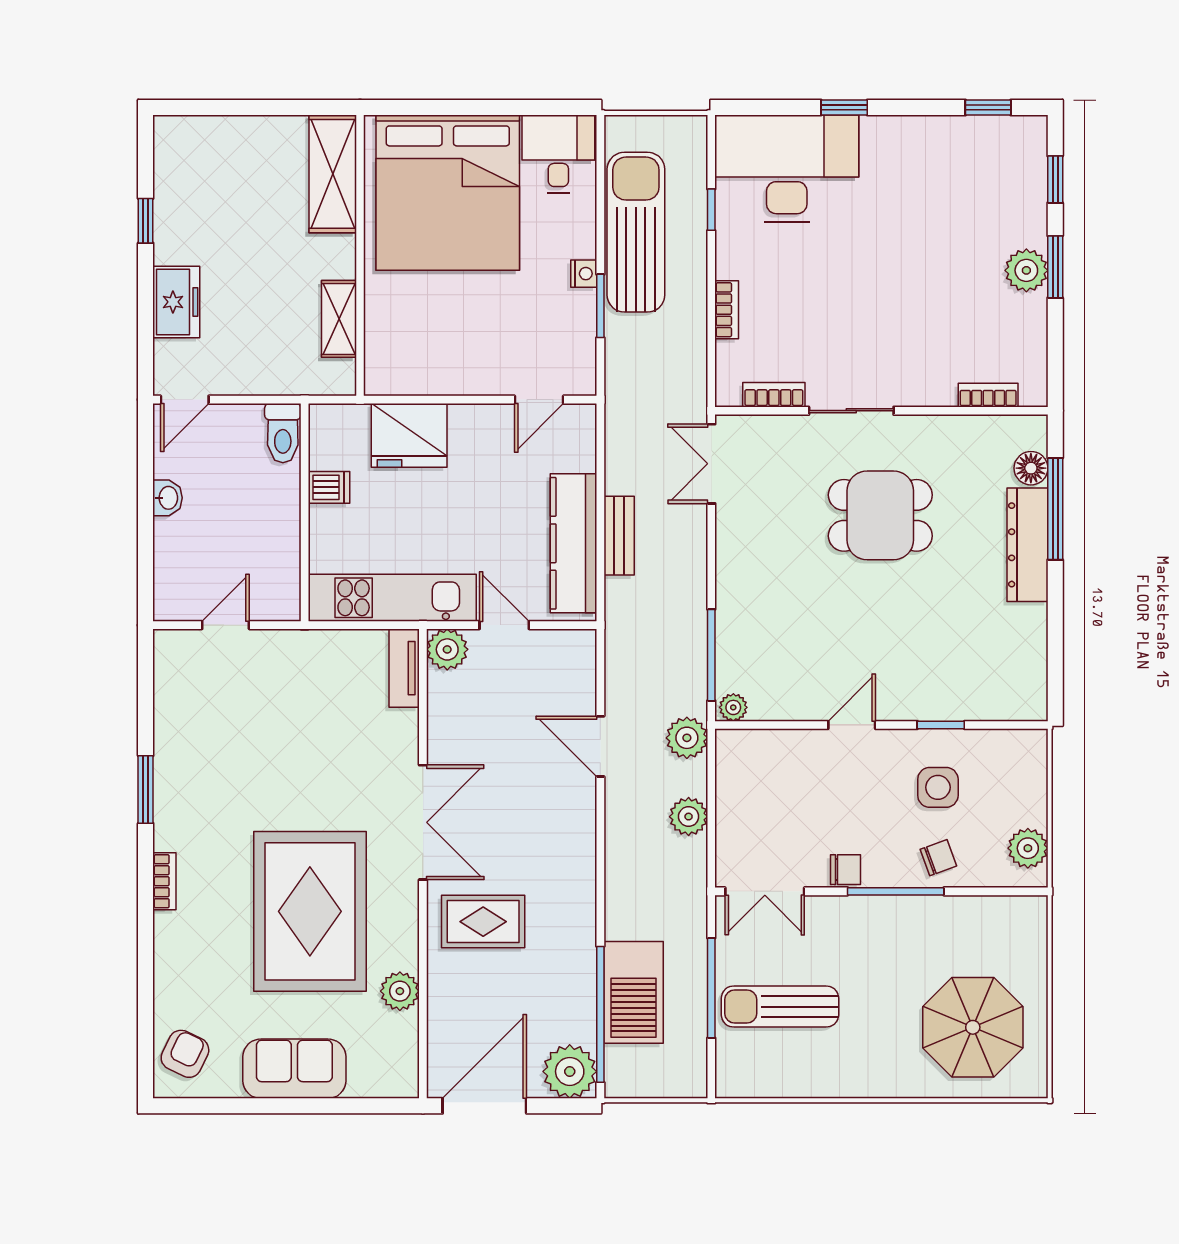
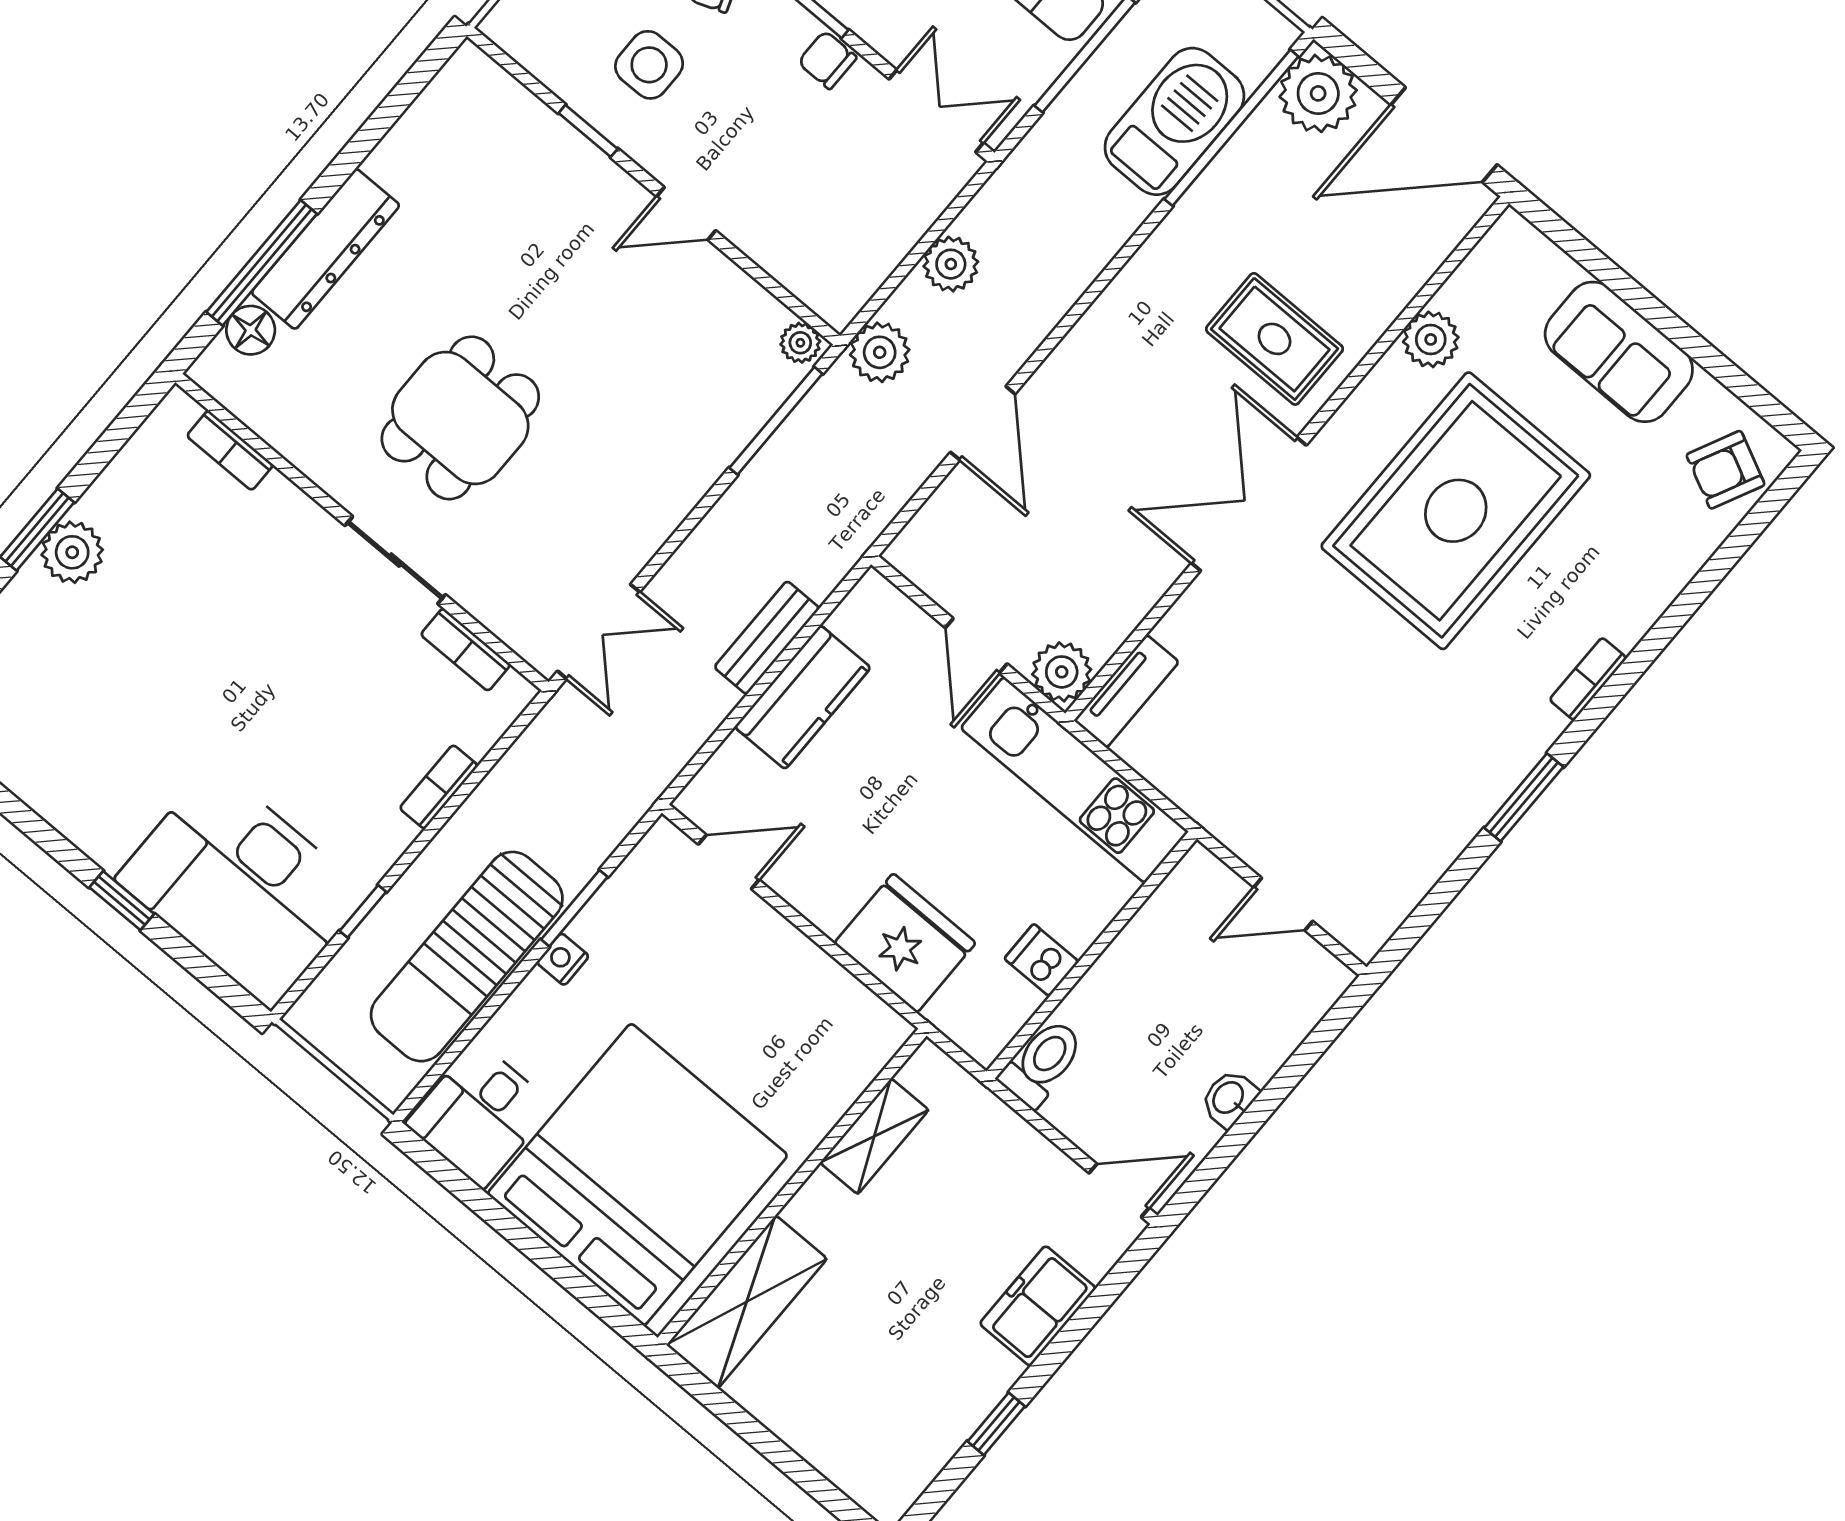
dining table: (880, 515) -> (460, 418), turned 90
kitchen counter: (573, 543) -> (803, 697), width x0.67

